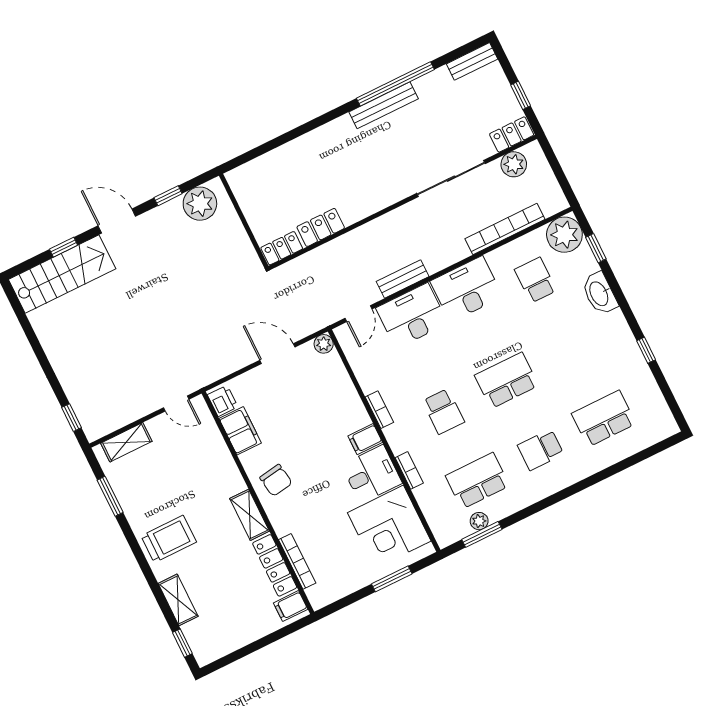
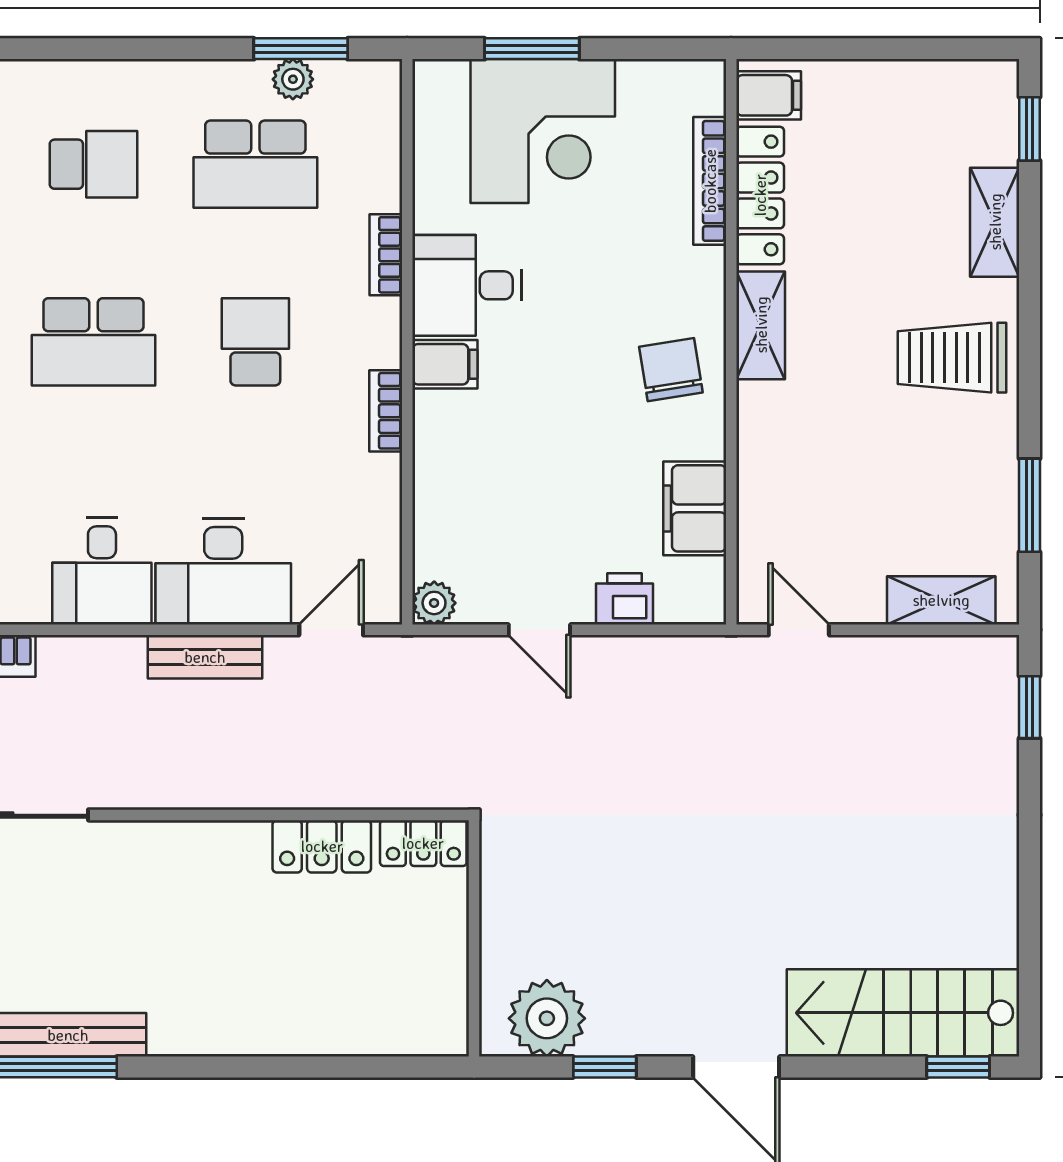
window: (64, 247) -> (958, 1067), moved
desk: (466, 289) -> (102, 571), width x0.73
door: (277, 354) -> (539, 630), width x0.73
printer: (223, 401) -> (624, 599), moved, turned 90
corner desk: (389, 527) -> (543, 131), moved, turned 90

